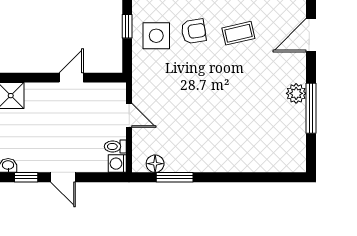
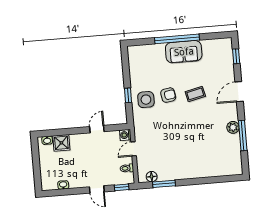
door: (129, 115) -> (134, 149), swing flipped
washing machine: (117, 164) -> (125, 135), moved
window: (26, 177) -> (122, 187), moved

